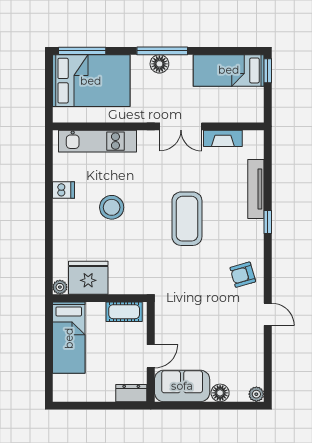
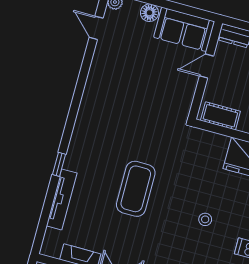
stool: (112, 207) -> (205, 219), width x0.53, depth x0.53
armchair: (243, 275) -> (97, 120), removed
door: (268, 314) -> (96, 28), moved

